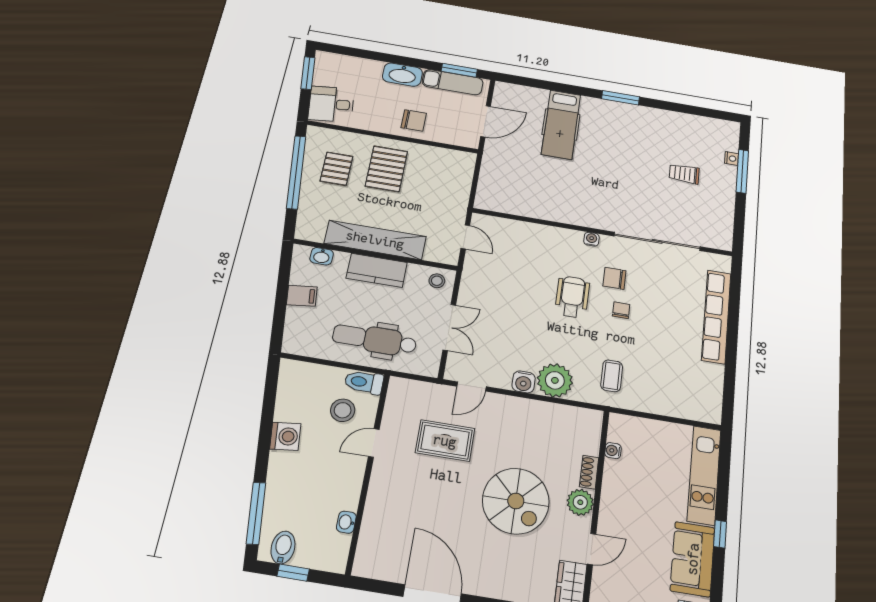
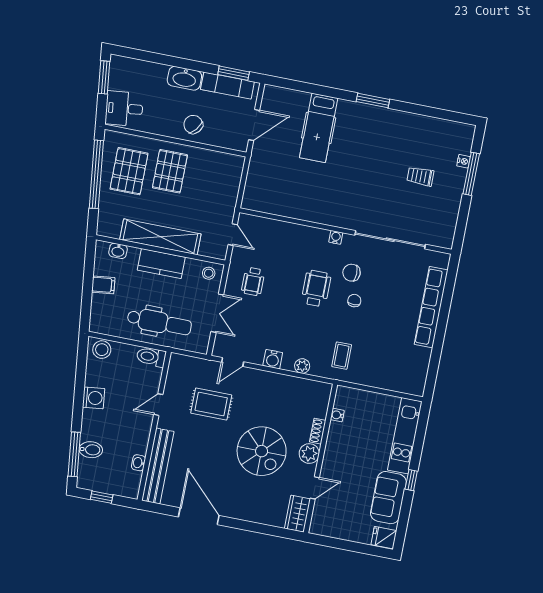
chair: (414, 120) -> (193, 124), turned -141
pallet: (336, 169) -> (129, 171), width x1.50, depth x1.42
wheelchair: (493, 290) -> (253, 281), added
dental chair: (375, 339) -> (159, 322), turned 180
plant: (555, 380) -> (302, 366), width x0.53, depth x0.53
stool: (343, 410) -> (102, 350), moved
bench: (373, 526) -> (158, 466), added
bidet: (283, 547) -> (91, 450), moved, turned 83

